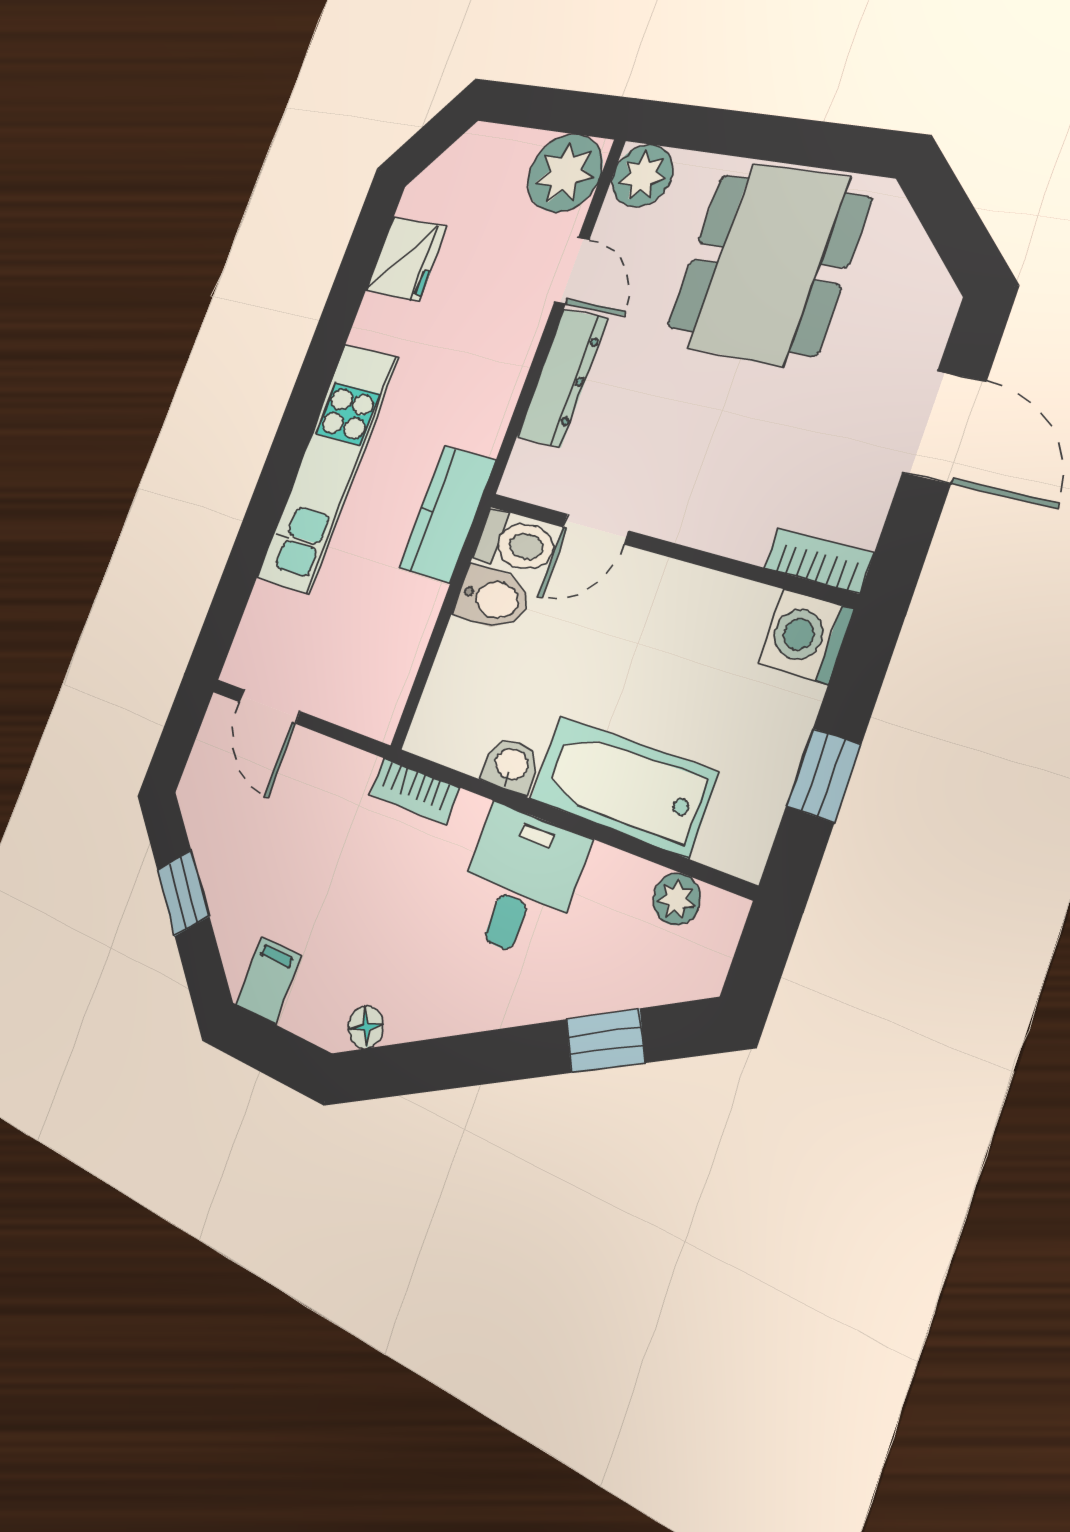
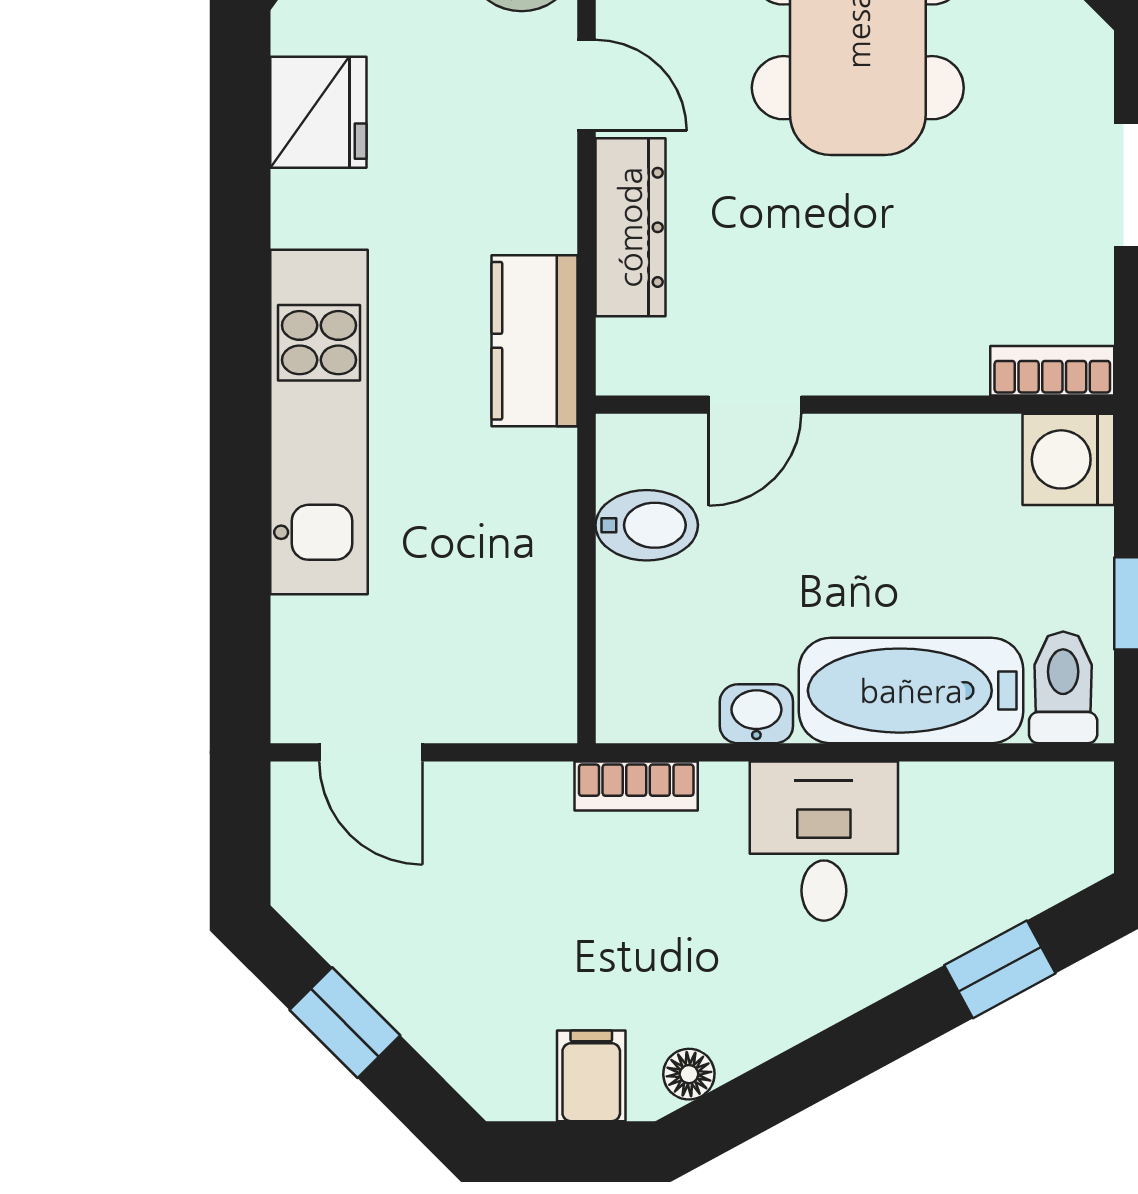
kitchen counter: (447, 514) -> (535, 341), moved
toilet: (516, 544) -> (1063, 687), moved, turned -90
plant: (677, 899) -> (1025, 791), removed
filing cabinet: (268, 980) -> (591, 1076), moved

